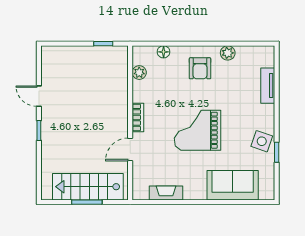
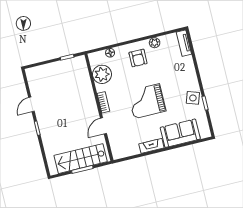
plant: (139, 73) -> (102, 74), width x1.87, depth x1.87
tv unit: (268, 86) -> (184, 43), moved
door: (39, 96) -> (31, 104), hinge flipped
fireplace: (166, 193) -> (151, 146), moved

